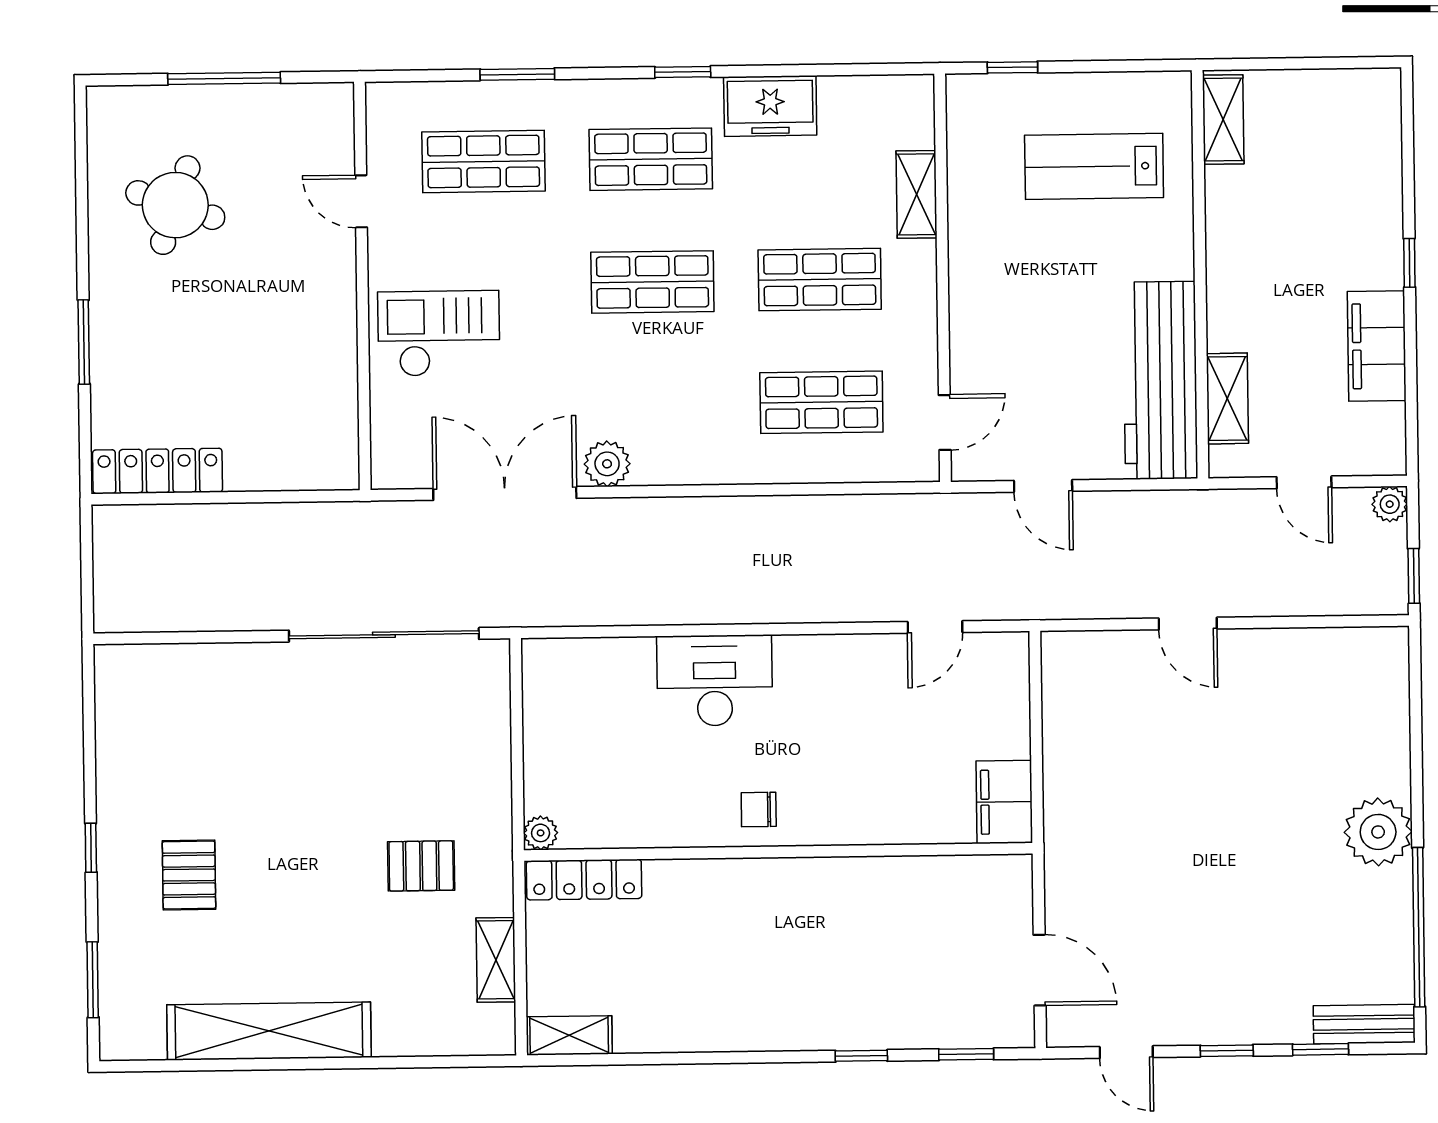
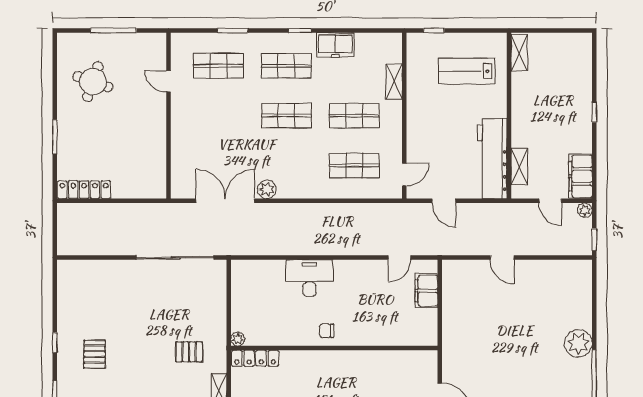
checkout: (439, 334) -> (199, 135), removed
filing cabinet: (1377, 346) -> (580, 176), moved
filing cabinet: (1004, 802) -> (426, 291), moved

